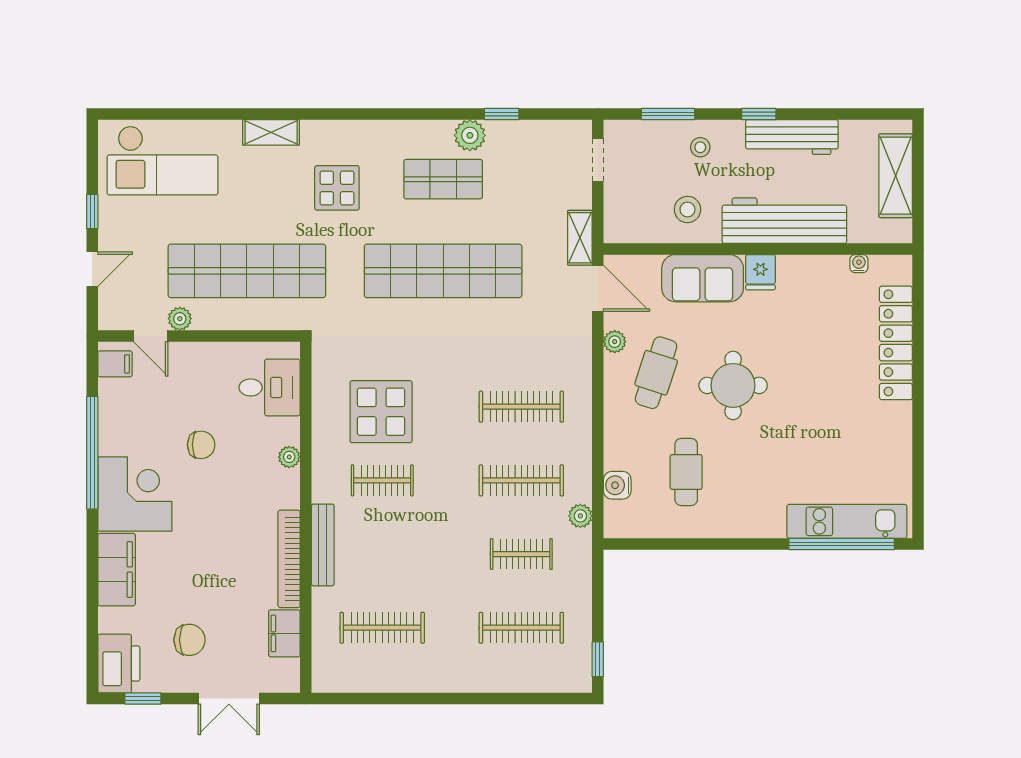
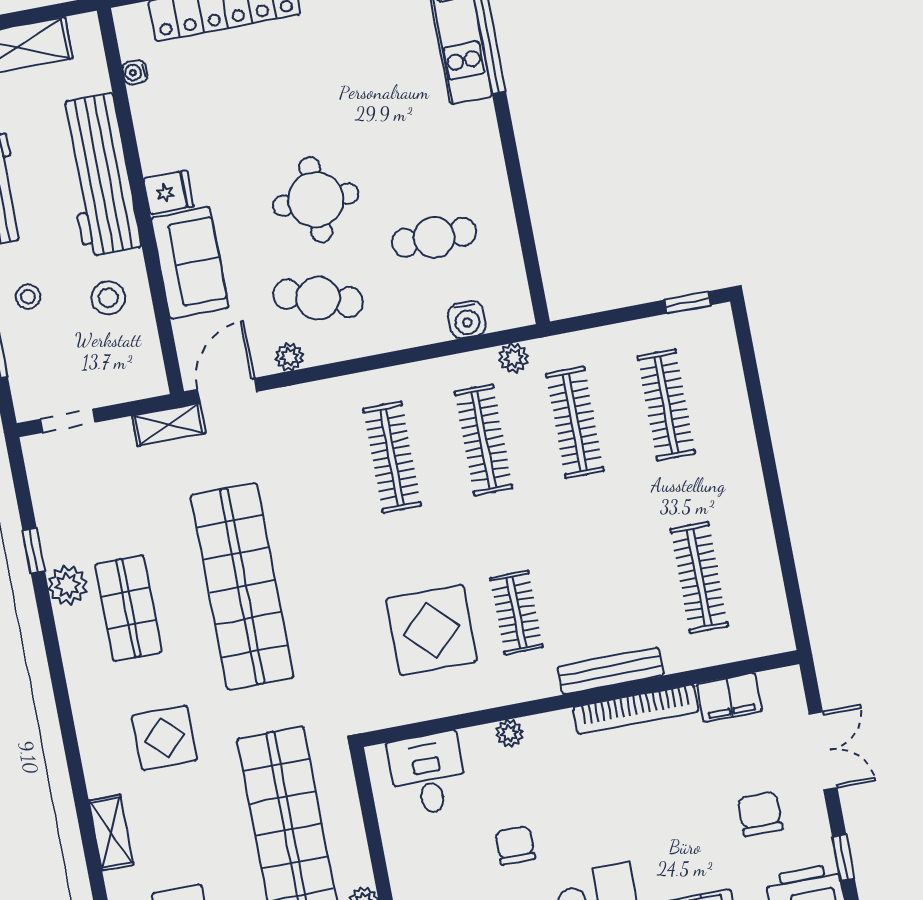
clothes rail: (521, 554) -> (575, 422), width x1.36

